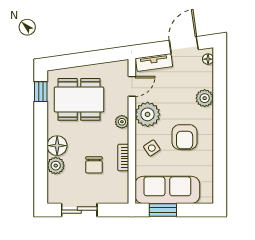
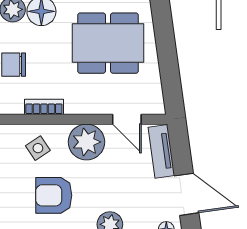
dining table: (79, 99) -> (108, 43), turned 90
plant: (122, 122) -> (76, 105), removed
bookcase: (123, 158) -> (44, 107), moved

